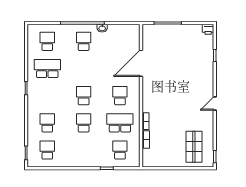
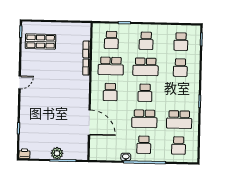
plant: (174, 30) -> (57, 153), added
door: (141, 63) -> (89, 122), hinge flipped
school desk: (84, 68) -> (144, 119), added
school desk: (84, 123) -> (146, 67), width x1.85
shop shelf: (194, 147) -> (41, 41), turned 90
school desk: (84, 150) -> (146, 41), added

